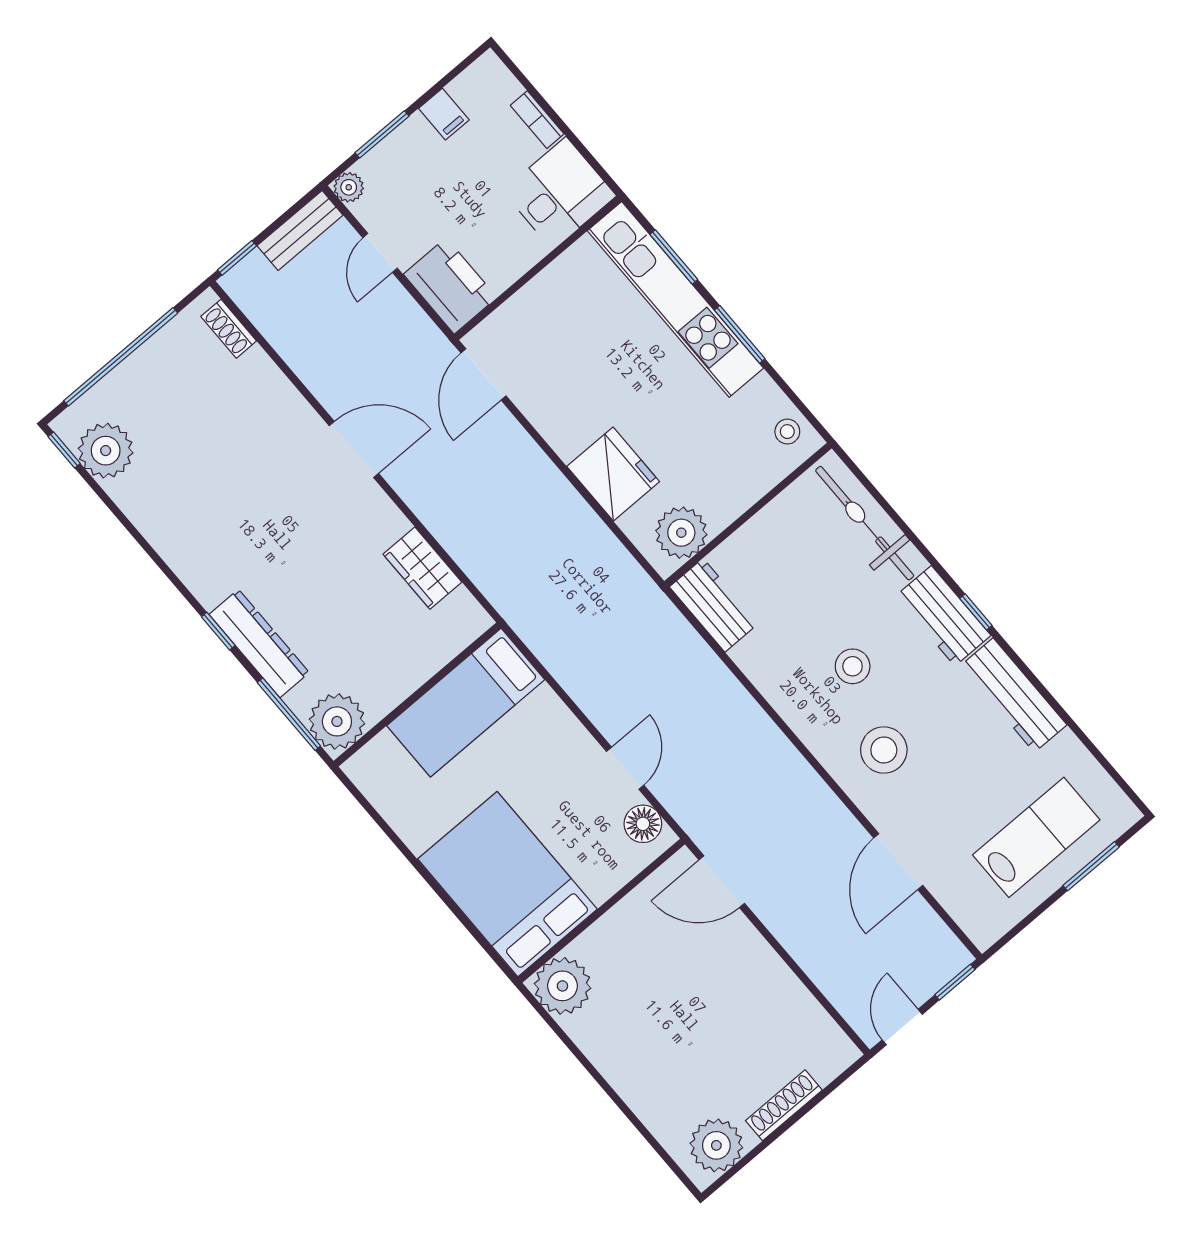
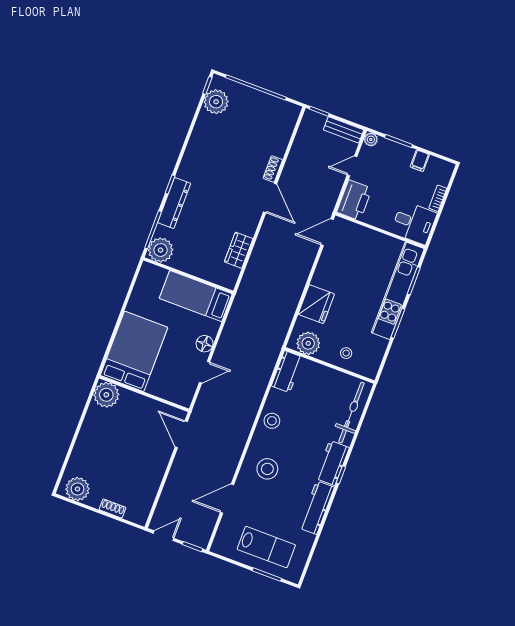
shoe rack: (229, 329) -> (273, 169), moved
stool: (787, 432) -> (346, 353), moved
stool: (853, 666) -> (272, 421), moved
floor lamp: (643, 824) -> (205, 344), moved
shoe rack: (784, 1105) -> (113, 508), width x0.70

